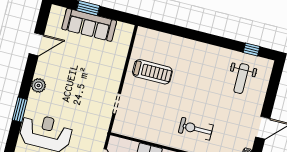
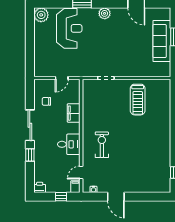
weight bench: (241, 79) -> (150, 170), removed

